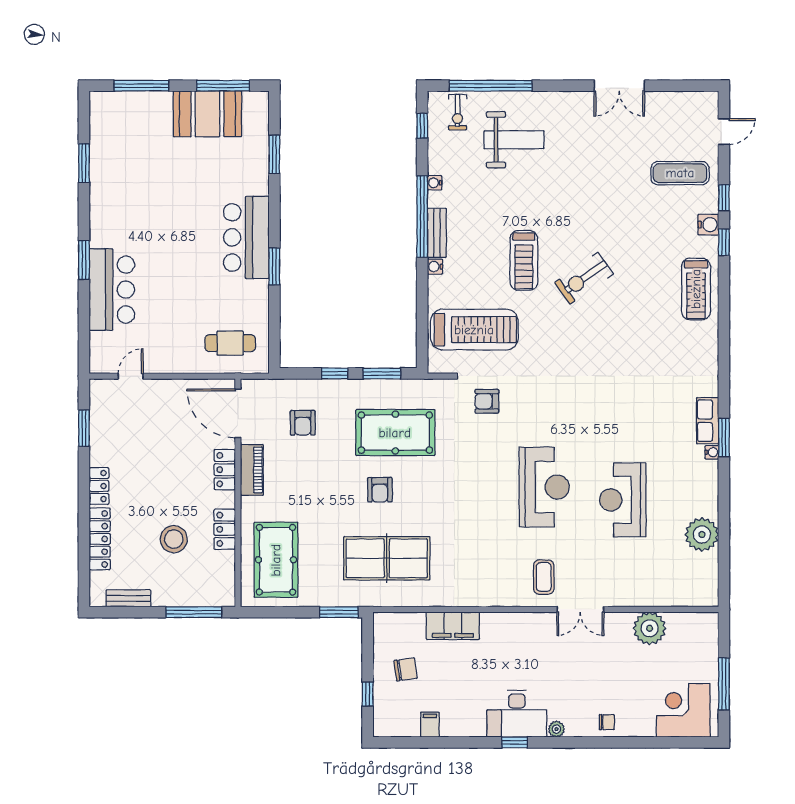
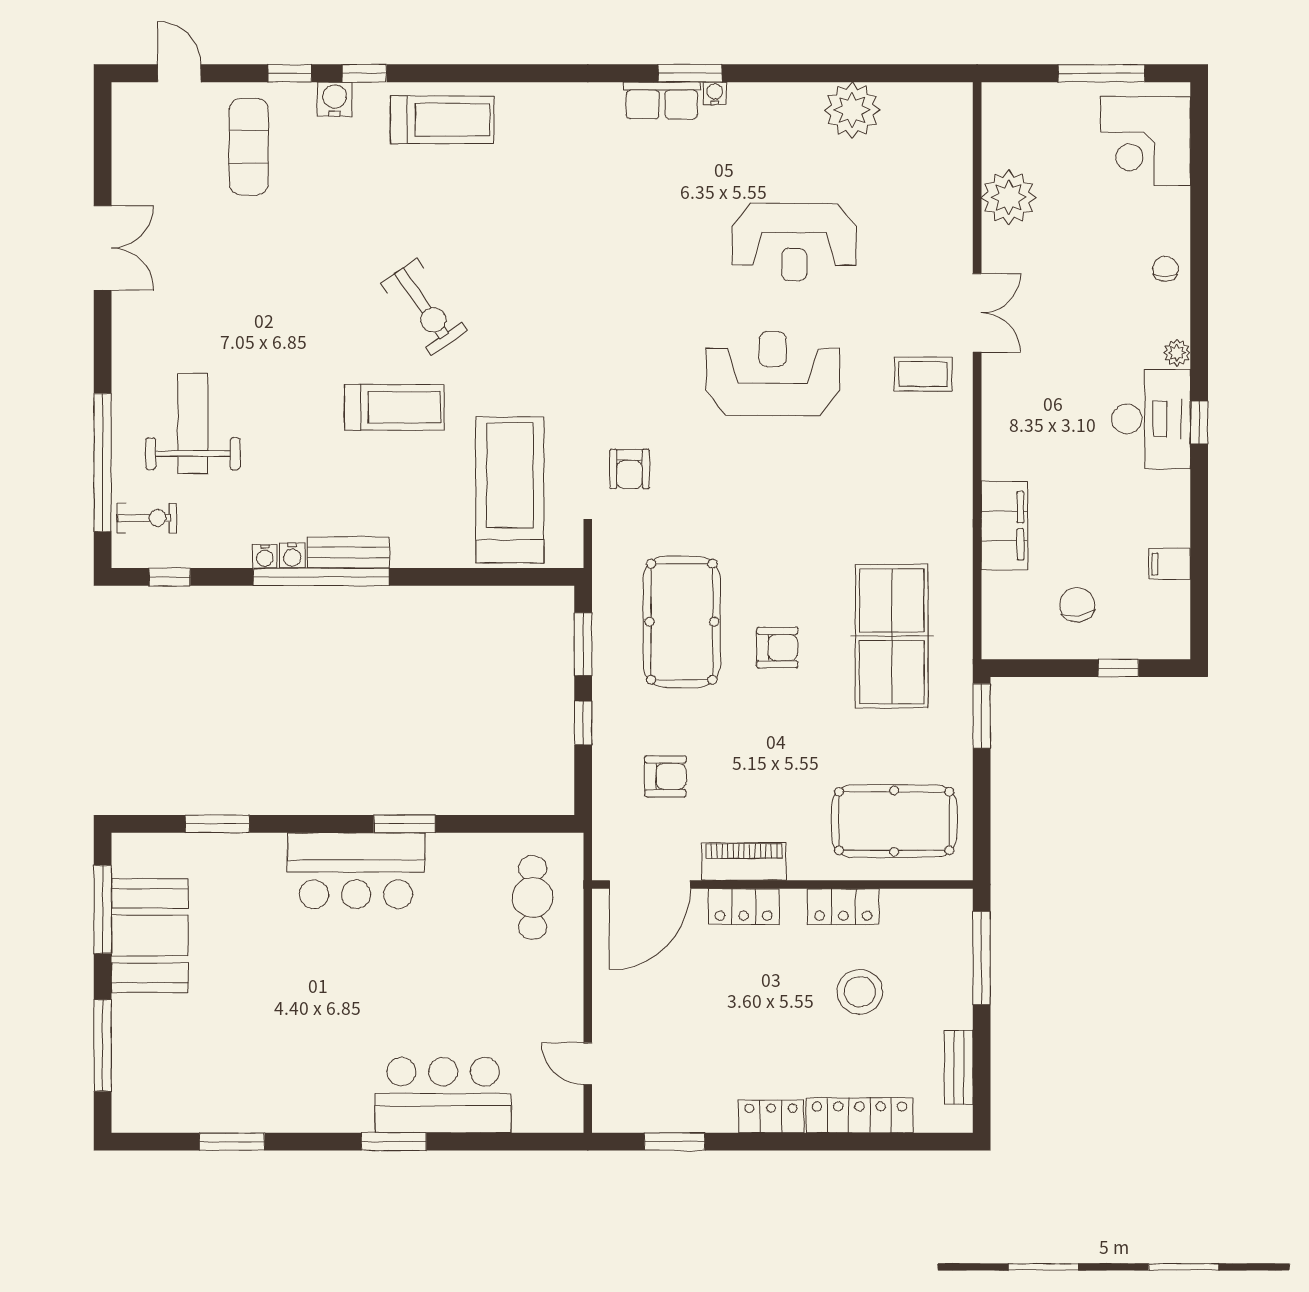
water cooler: (435, 267) -> (292, 556), moved

